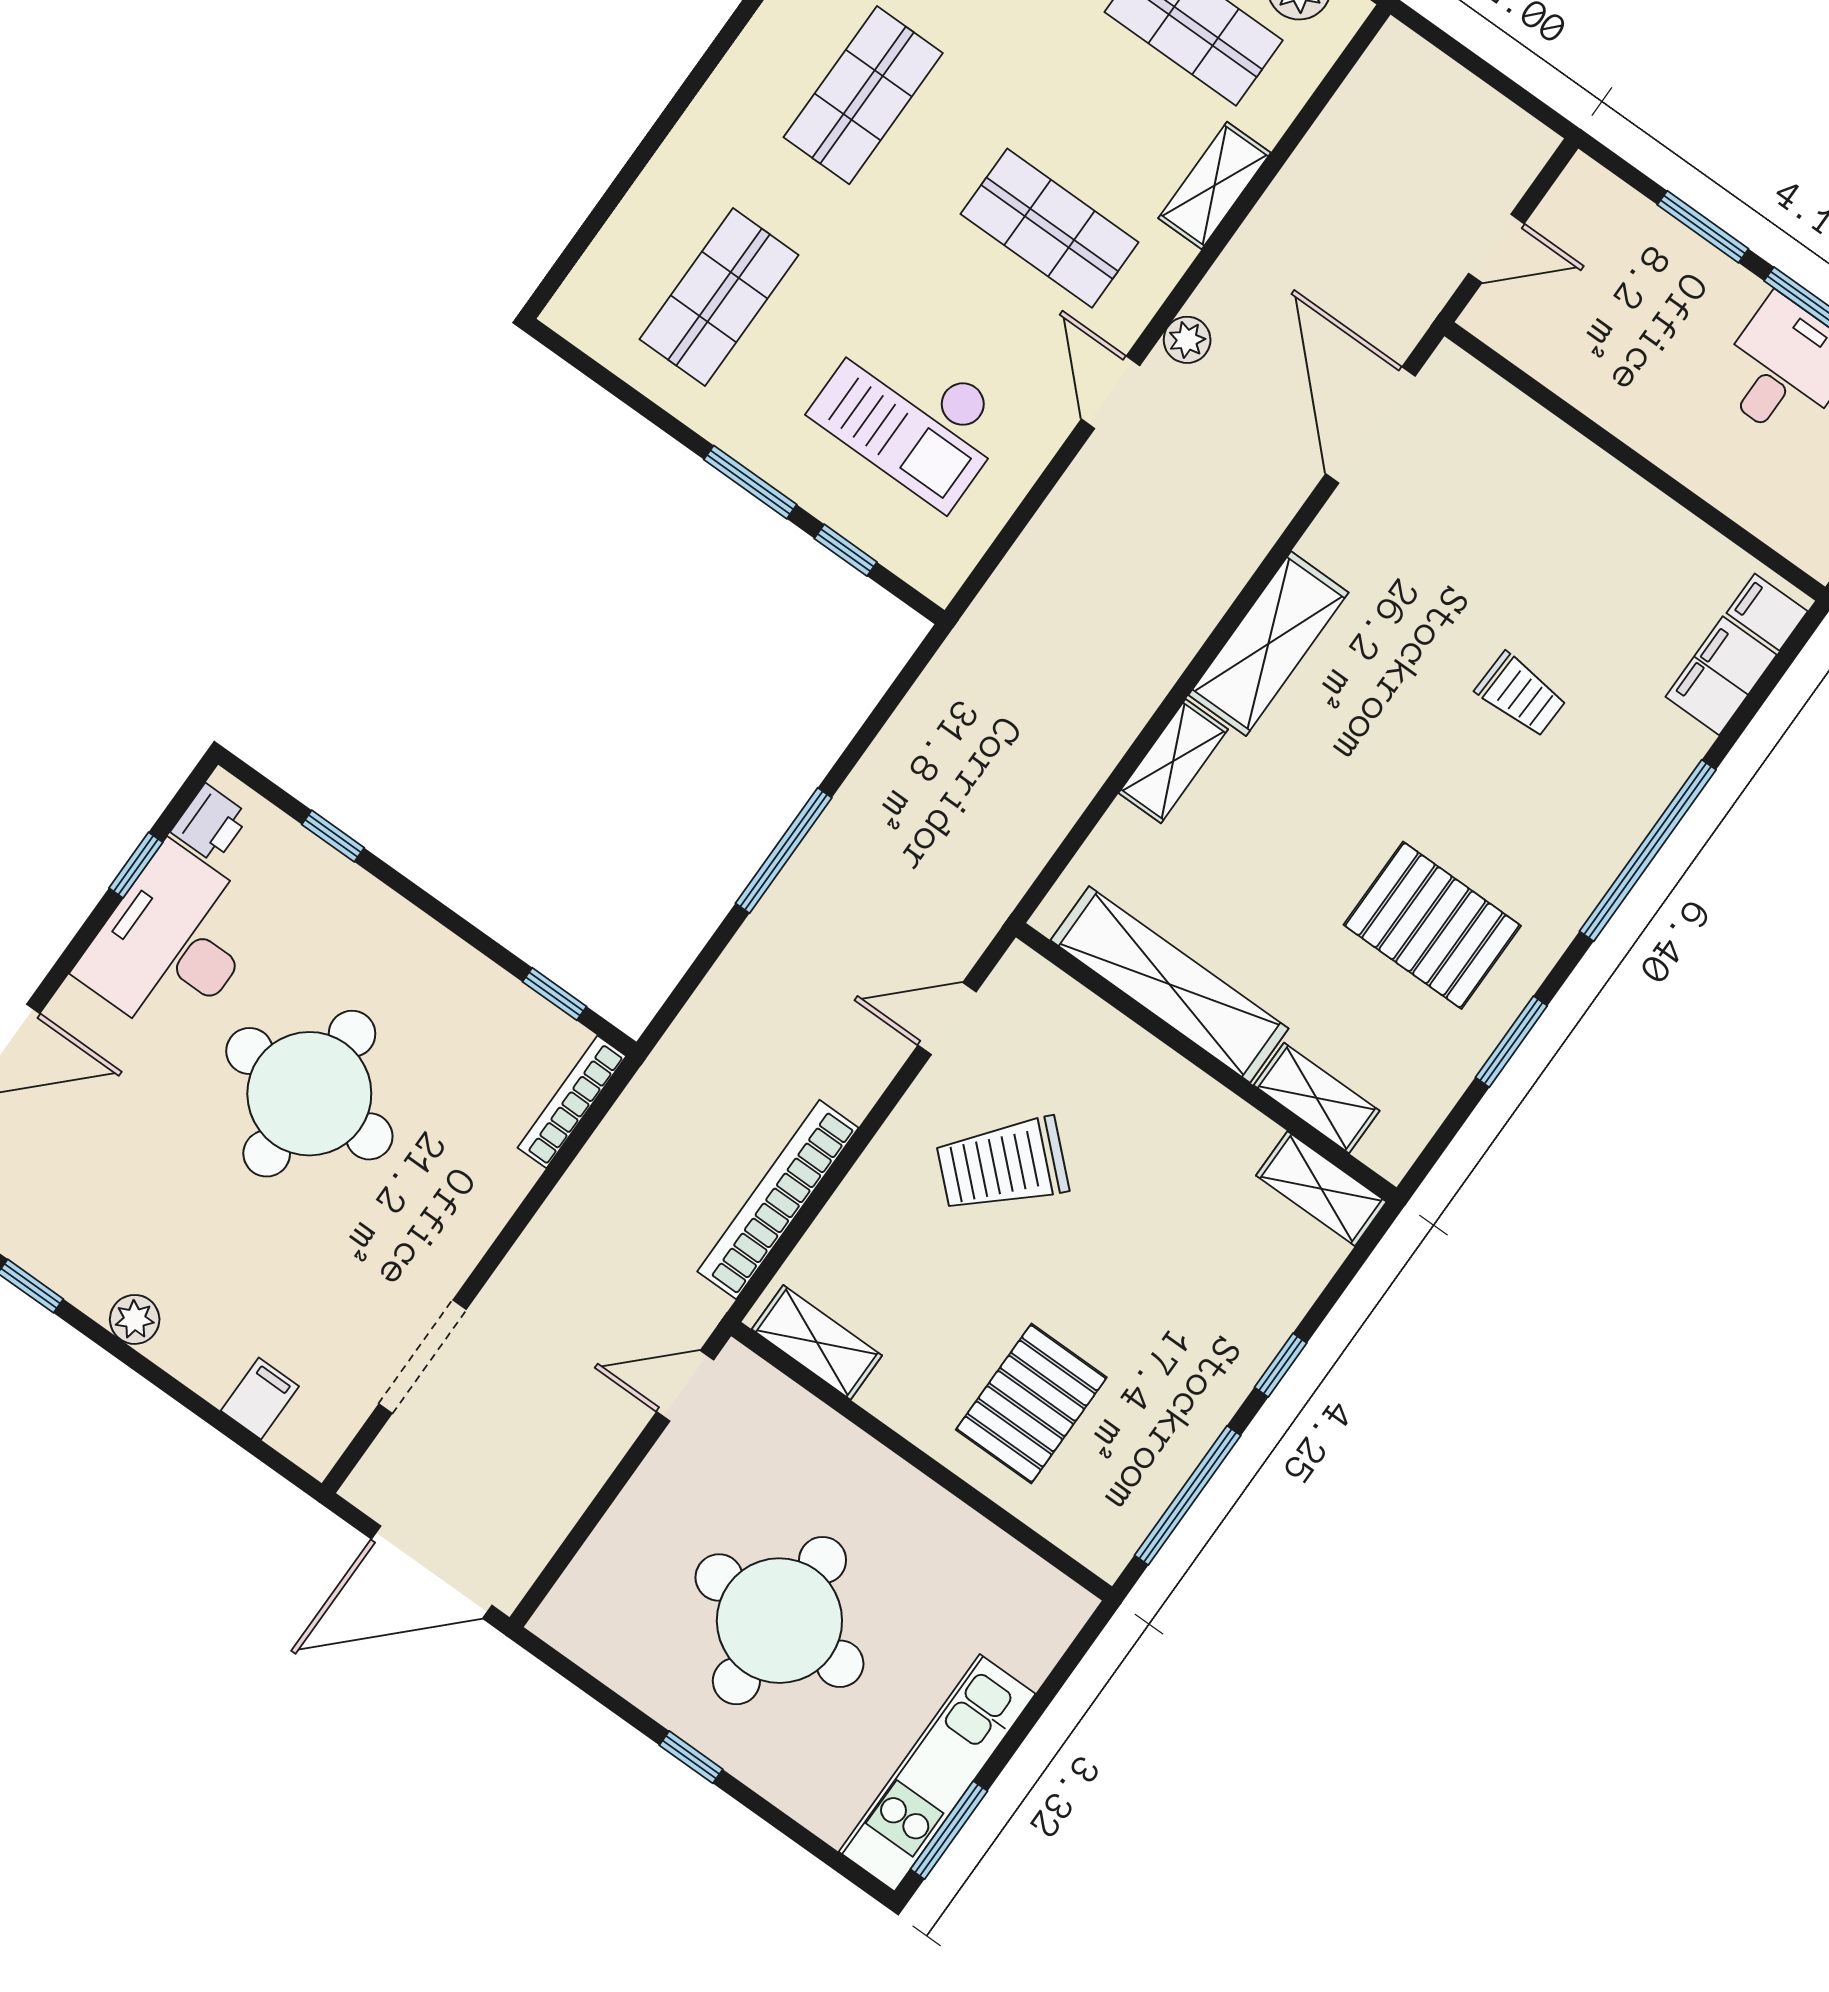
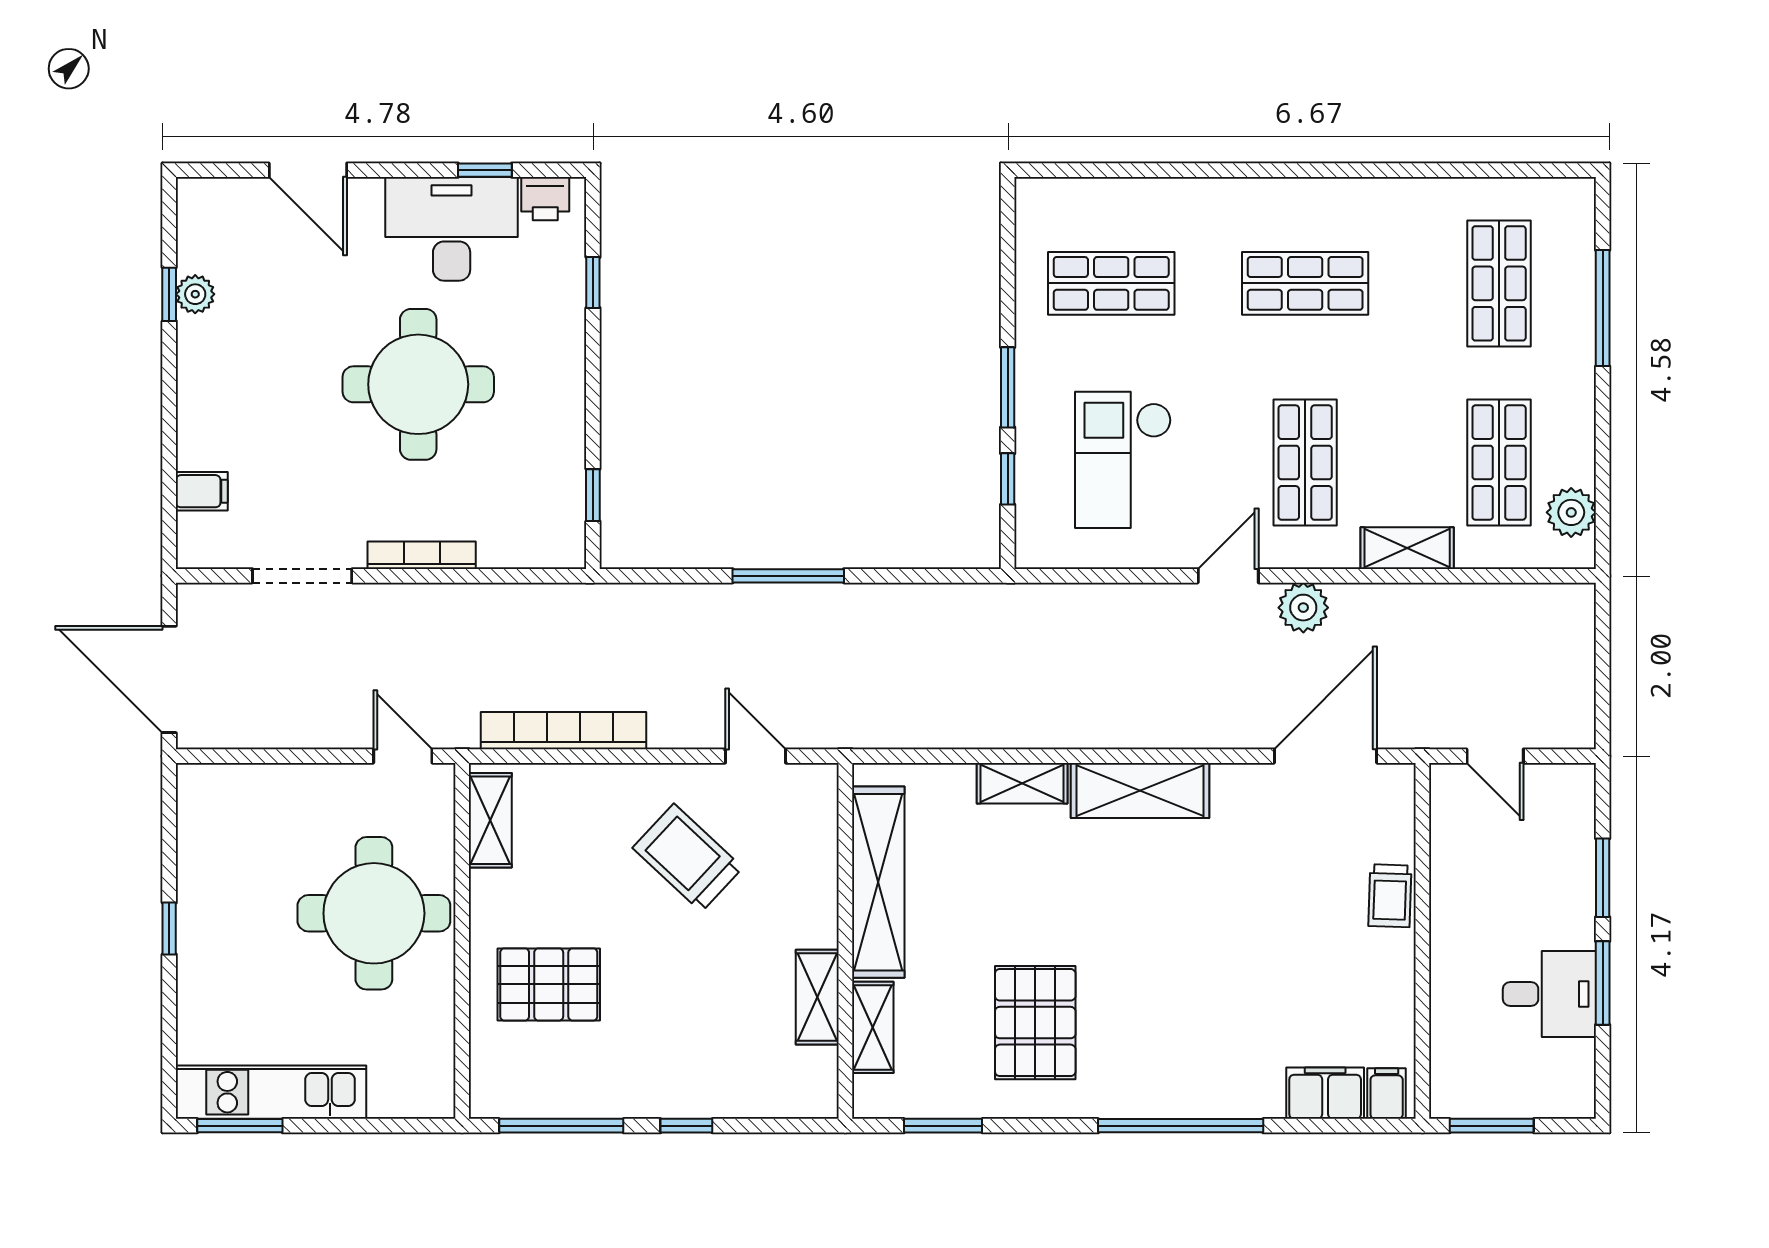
plant: (1187, 340) -> (1303, 608), width x1.38, depth x1.38
trolley: (1521, 695) -> (1390, 896), moved
window: (1511, 1042) -> (943, 1126), moved
bookcase: (572, 1102) -> (422, 555), moved
shelving: (1321, 1189) -> (817, 997), moved
plant: (135, 1319) -> (195, 294), moved
round table: (779, 1621) -> (374, 913), moved

